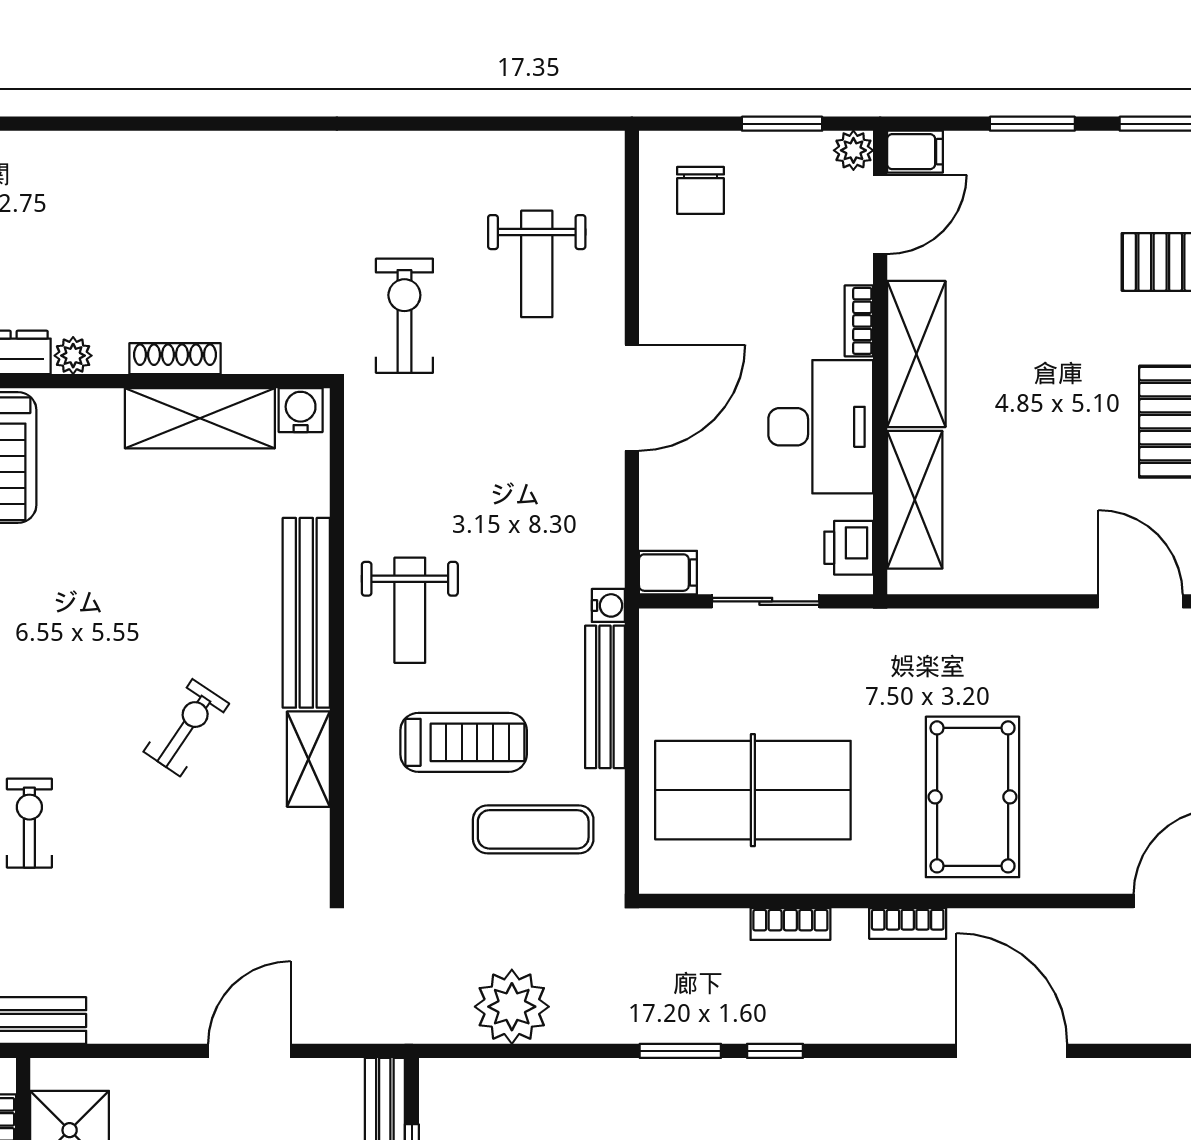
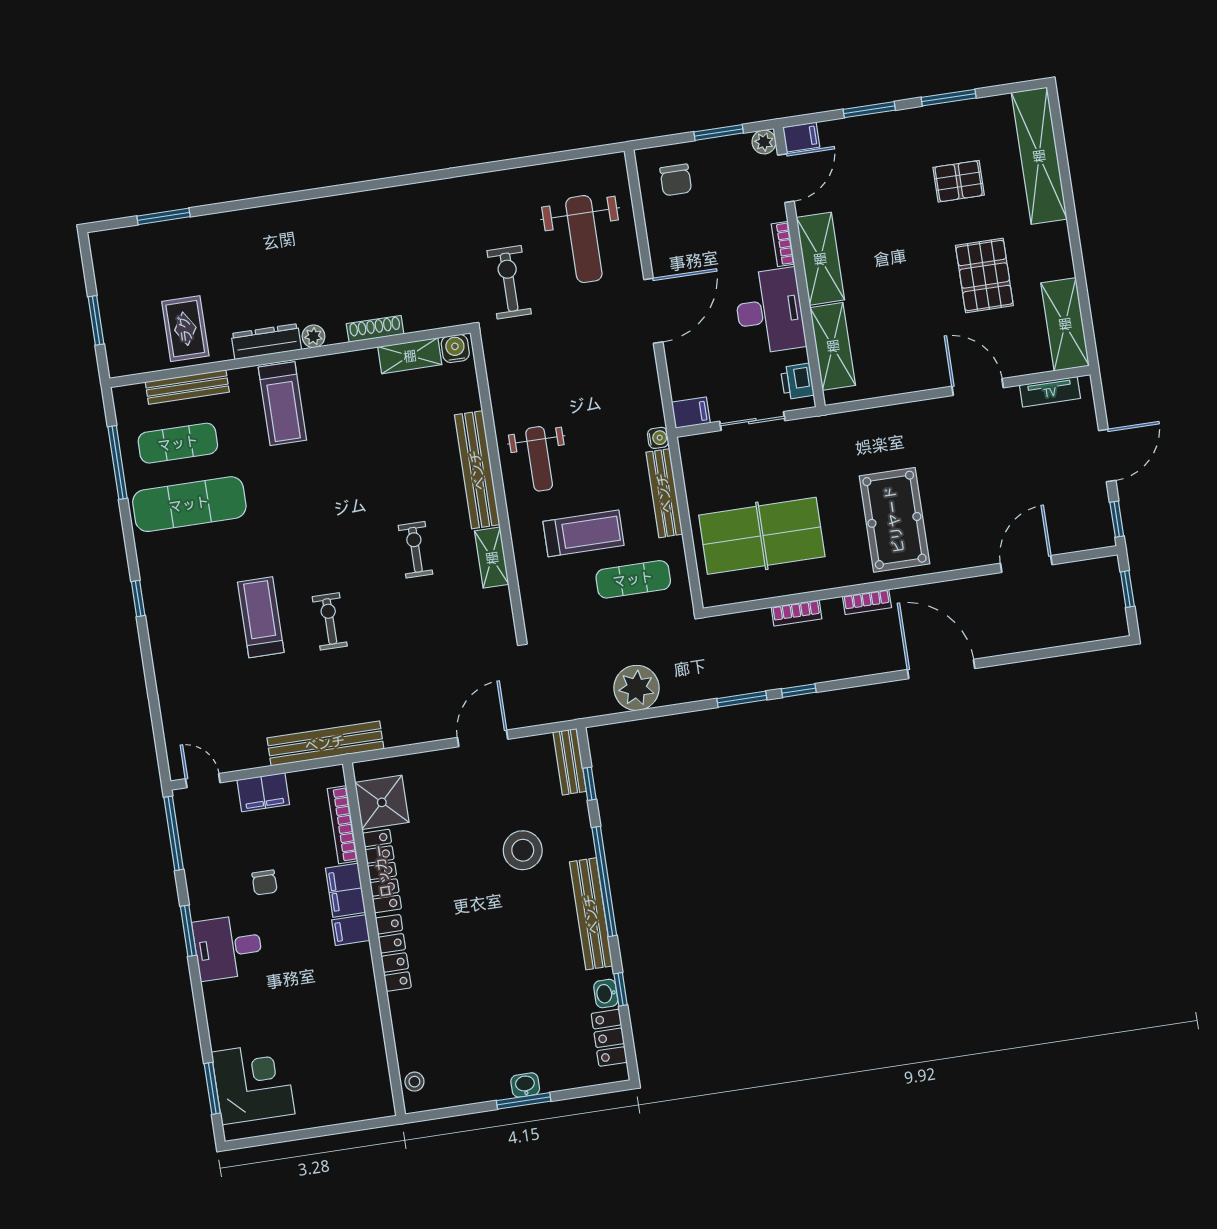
weight bench: (537, 264) -> (584, 239), width x1.36, depth x1.33
shelving: (200, 418) -> (410, 356), width x0.67, depth x0.75
exercise bike: (186, 728) -> (415, 550), turned -34

